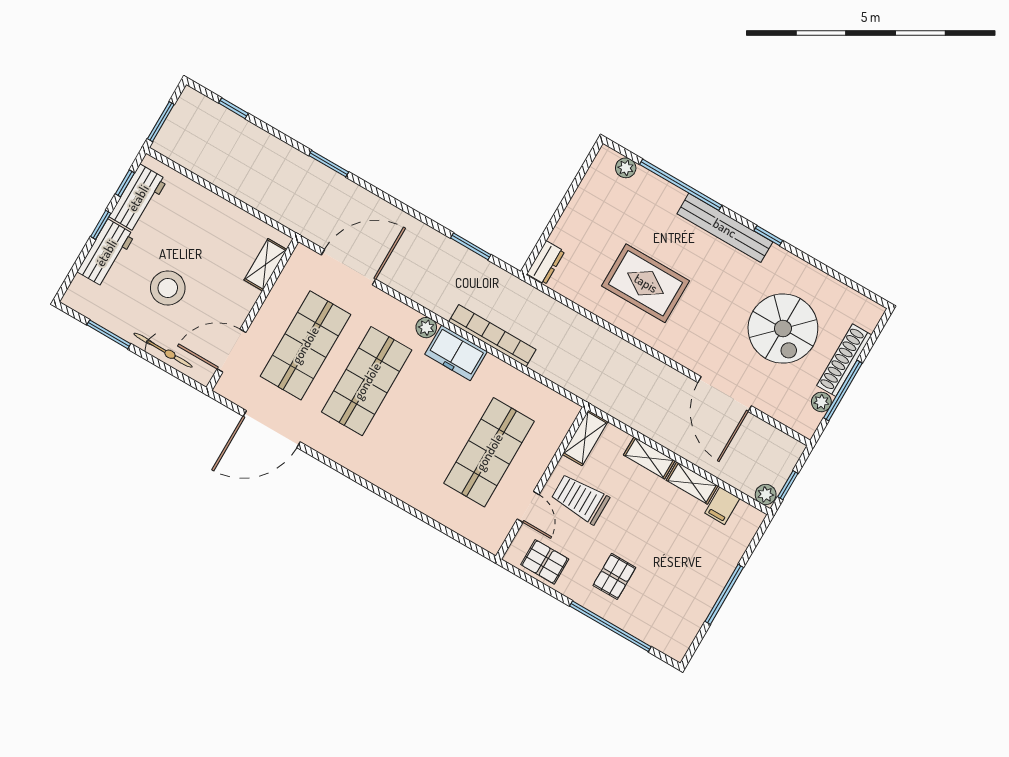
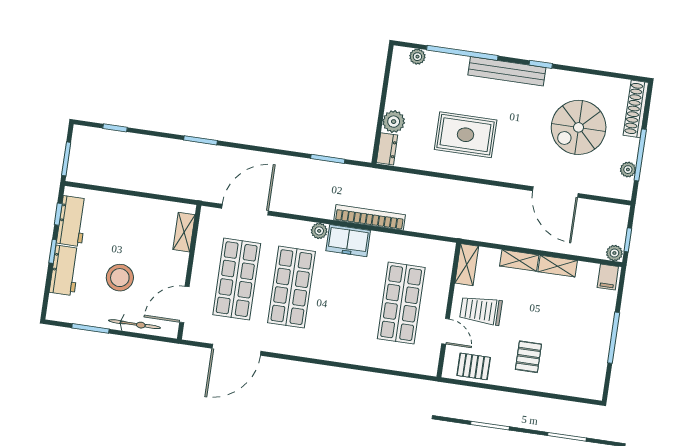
plant: (567, 233) -> (394, 122), added
spiral stairs: (783, 329) -> (579, 127), turned 90
shoe rack: (844, 360) -> (636, 109), moved
filing cabinet: (722, 506) -> (608, 277), moved
window: (610, 626) -> (540, 394), removed

